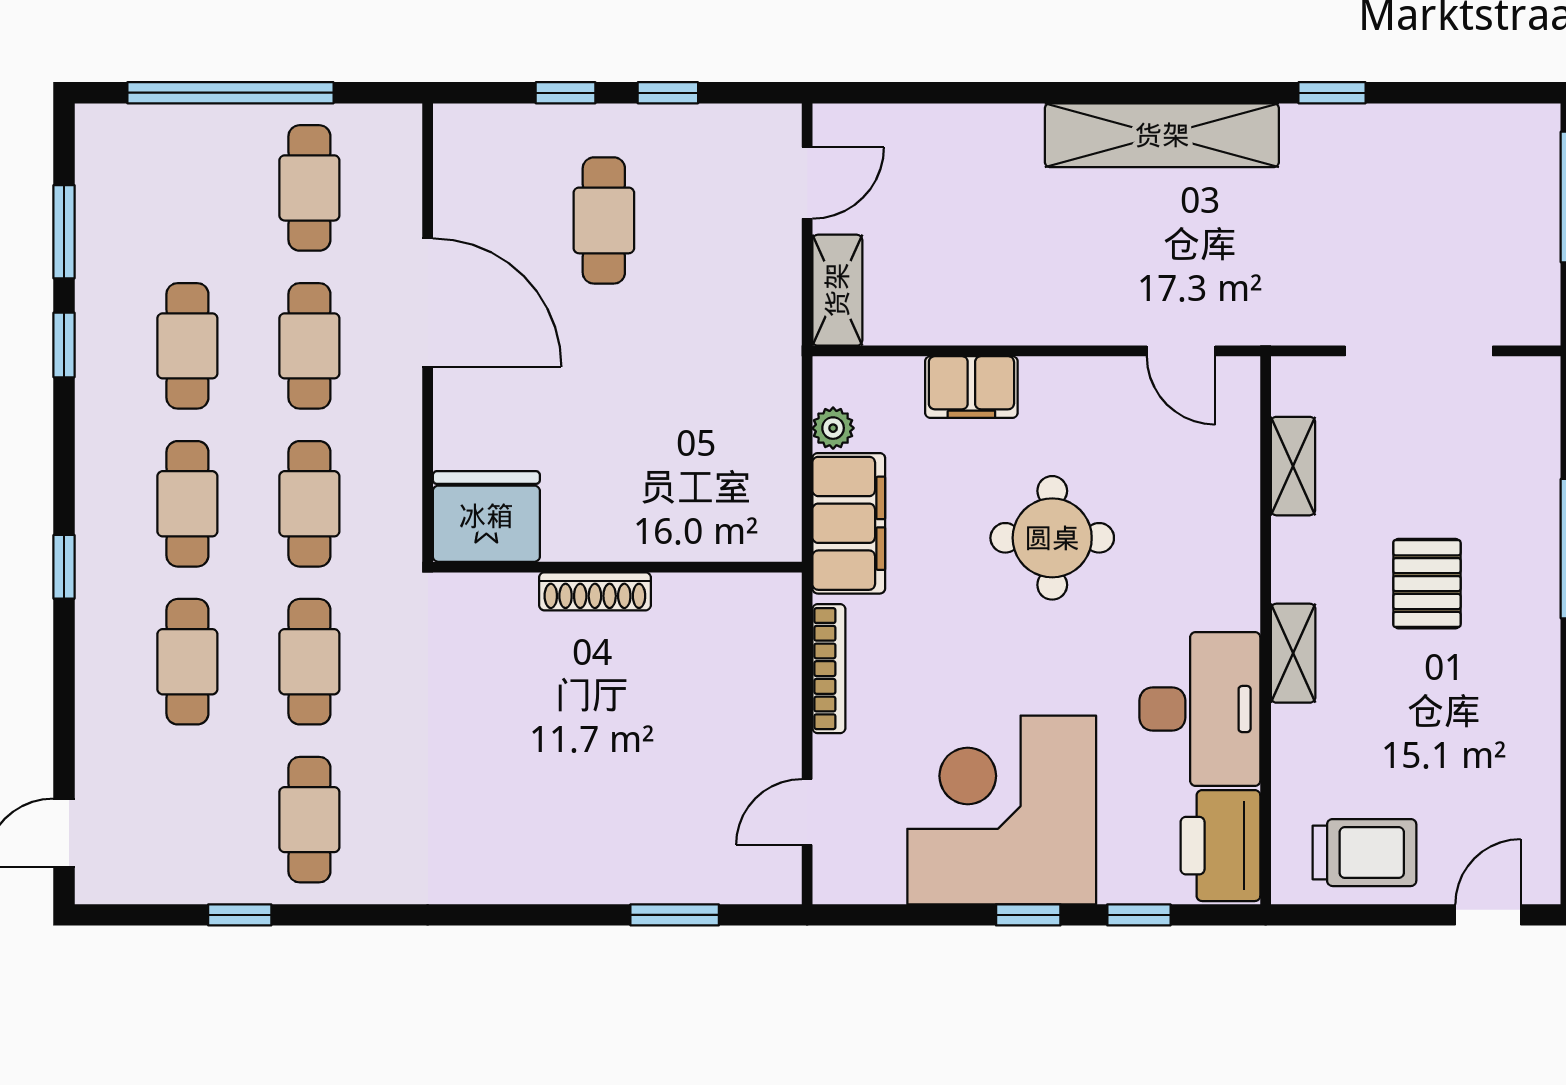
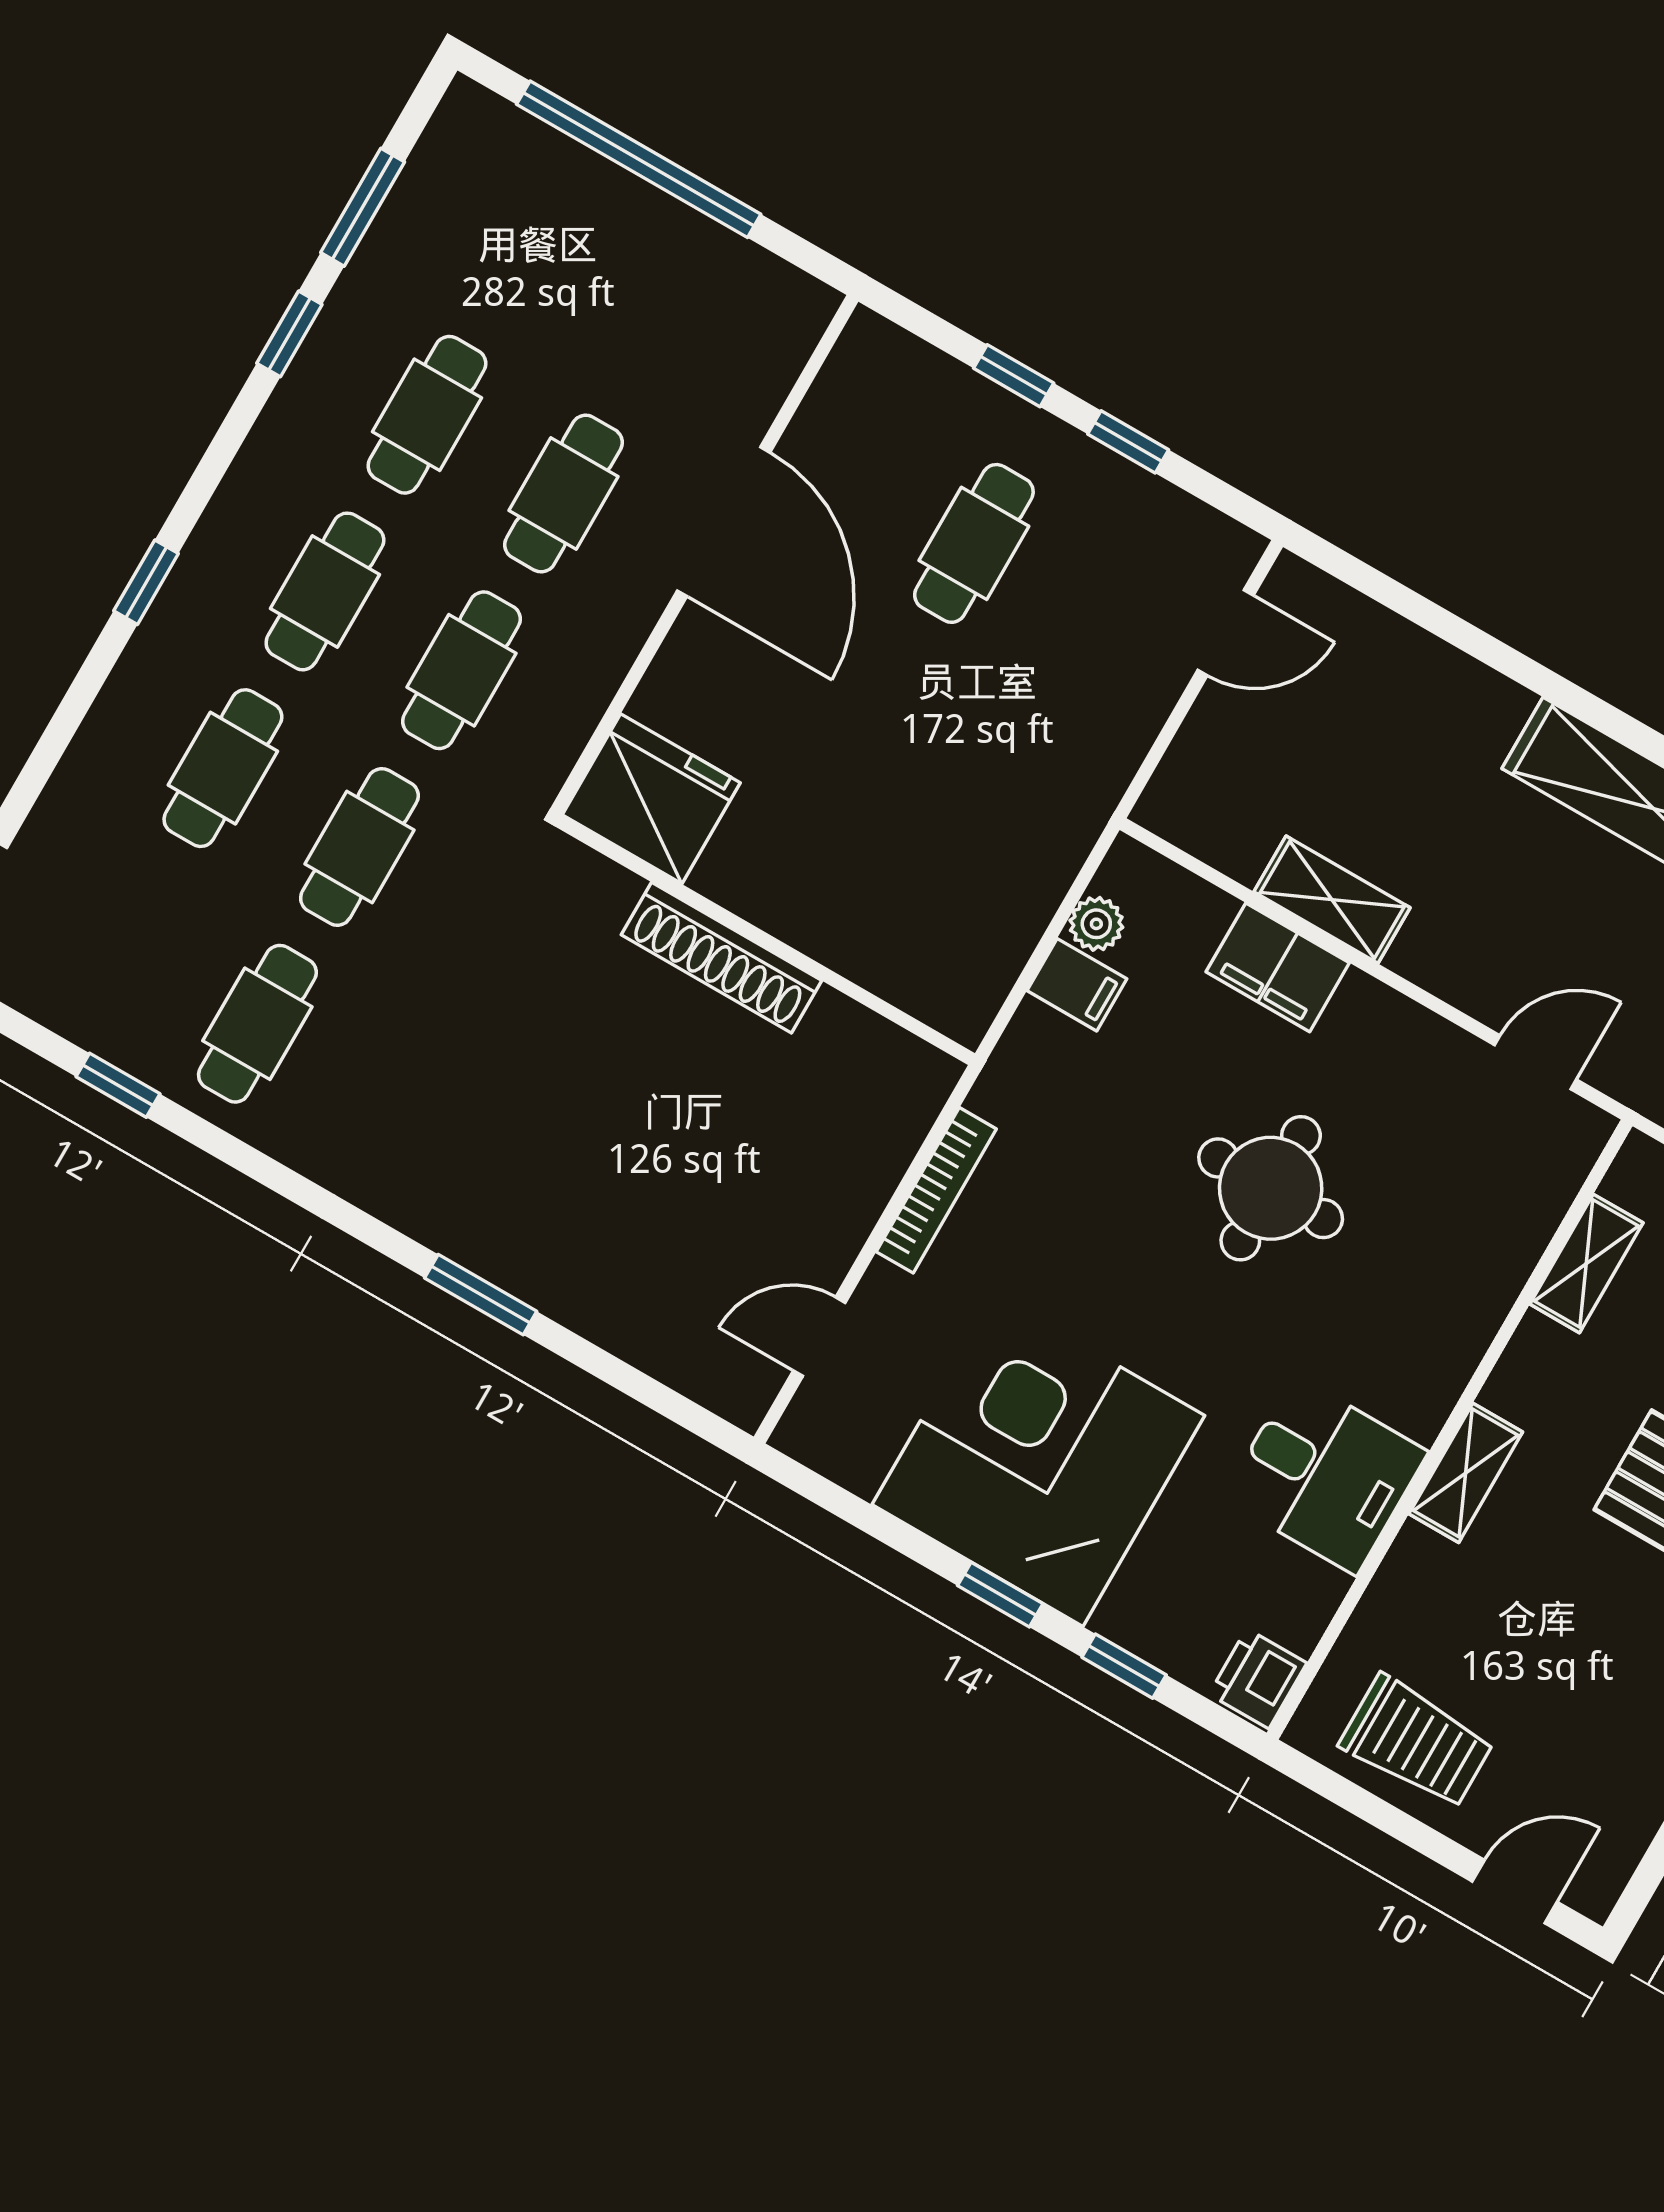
cafe table: (309, 188) -> (666, 317), removed
shelving: (837, 290) -> (1332, 900), moved, turned 90
door: (1181, 351) -> (1536, 1062), swing flipped
filing cabinet: (849, 523) -> (1077, 985), width x0.33, depth x0.86
shoe rack: (595, 591) -> (721, 958), width x1.36, depth x1.24
desk: (1200, 709) -> (1325, 1475), width x0.73
printer: (1220, 846) -> (1258, 1679), width x0.53, depth x0.68
window: (675, 915) -> (481, 1295), moved

